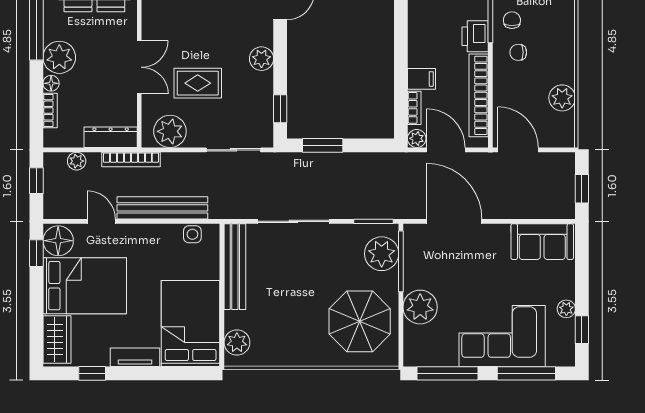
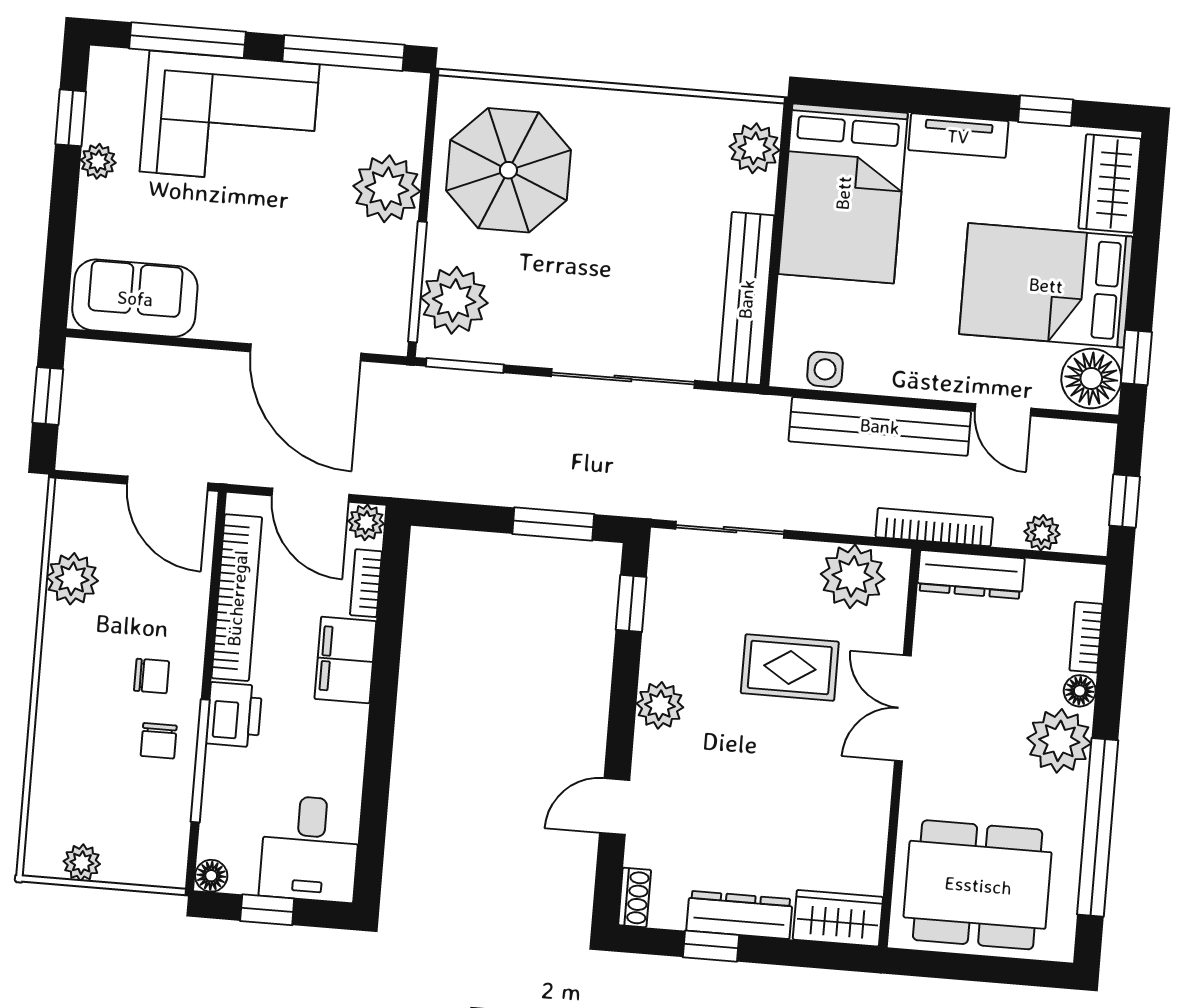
filing cabinet: (421, 79) -> (345, 660), width x2.00

